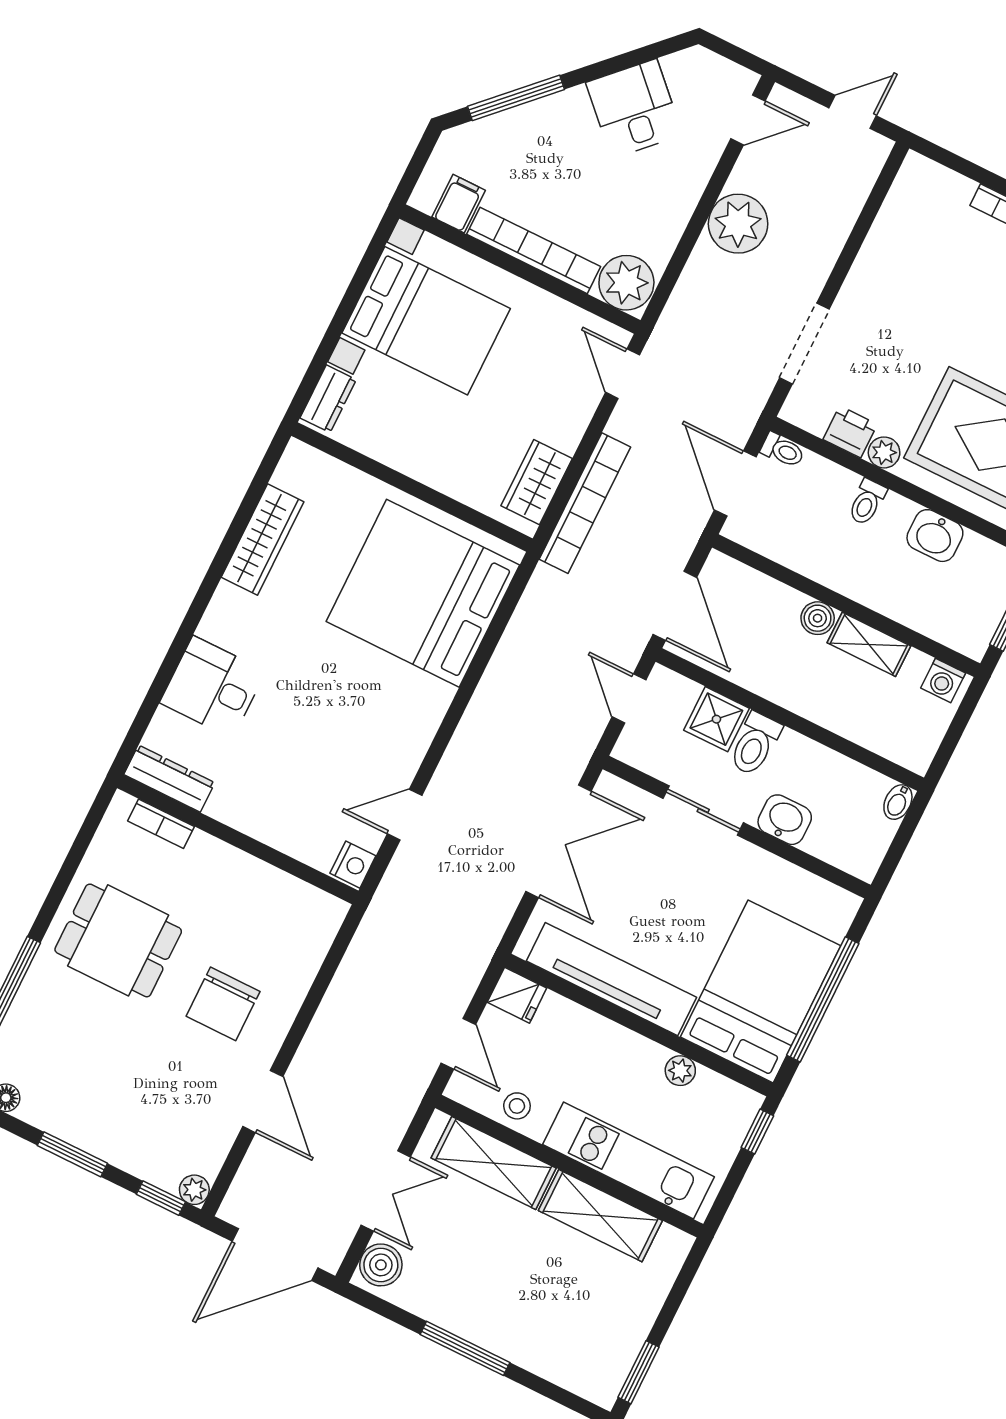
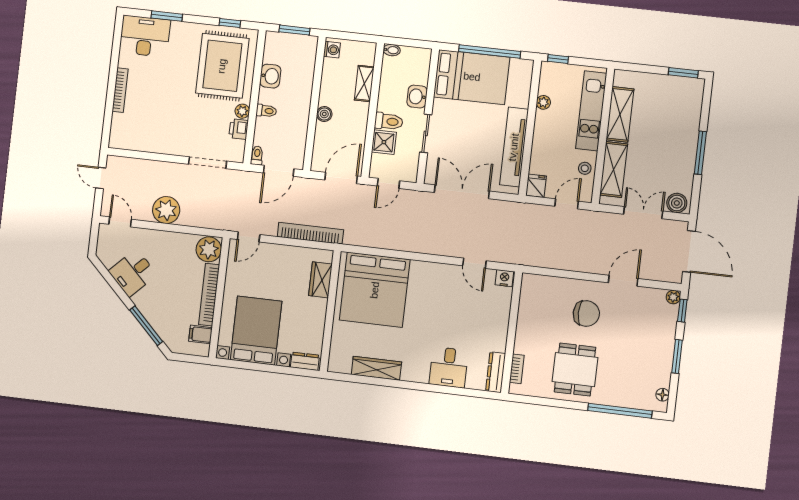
wardrobe: (537, 482) -> (320, 280), moved, turned 90
shelving: (869, 644) -> (364, 83), moved
bed: (761, 991) -> (472, 77), moved, turned 180

